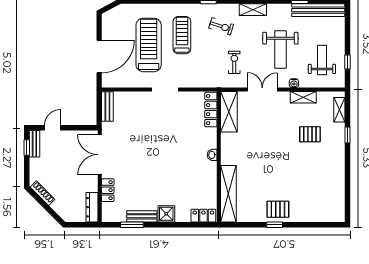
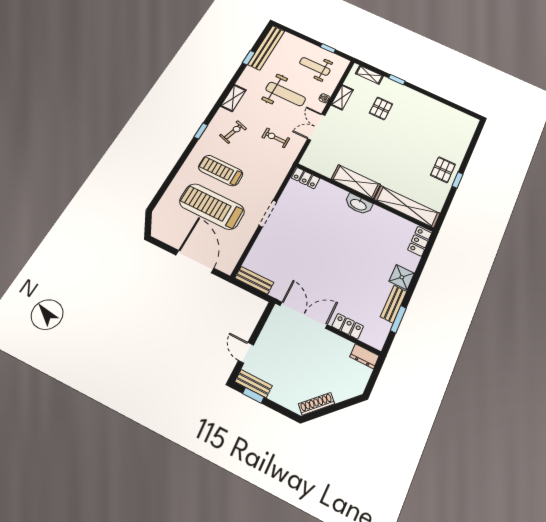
locker: (211, 110) -> (306, 178), width x0.66
shelving: (229, 112) -> (356, 182), moved
double door: (100, 155) -> (304, 315), swing flipped
washbasin: (212, 155) -> (358, 204), width x1.91, depth x1.45
dresser: (92, 207) -> (364, 356), width x0.70

